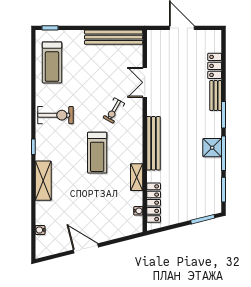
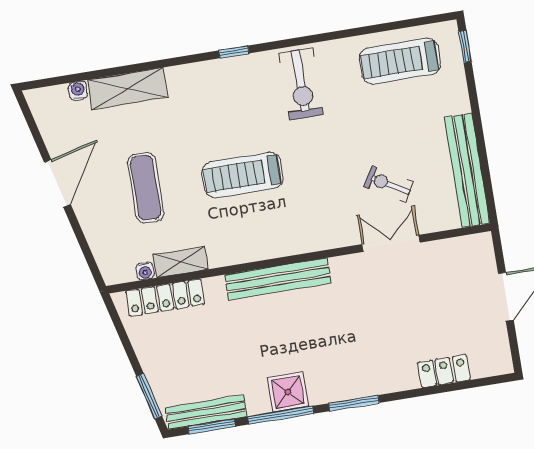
bench: (216, 96) -> (206, 412), moved, width x1.36
exercise bike: (114, 111) -> (388, 184), moved
shelving: (137, 177) -> (181, 262), moved
shelving: (43, 181) -> (128, 89), moved
exercise mat: (96, 203) -> (146, 188), added

